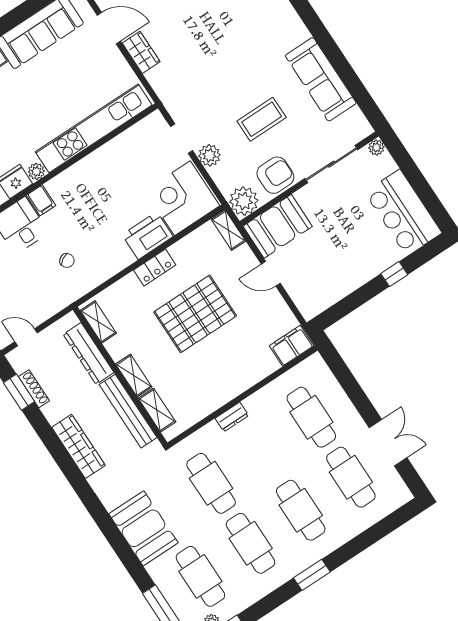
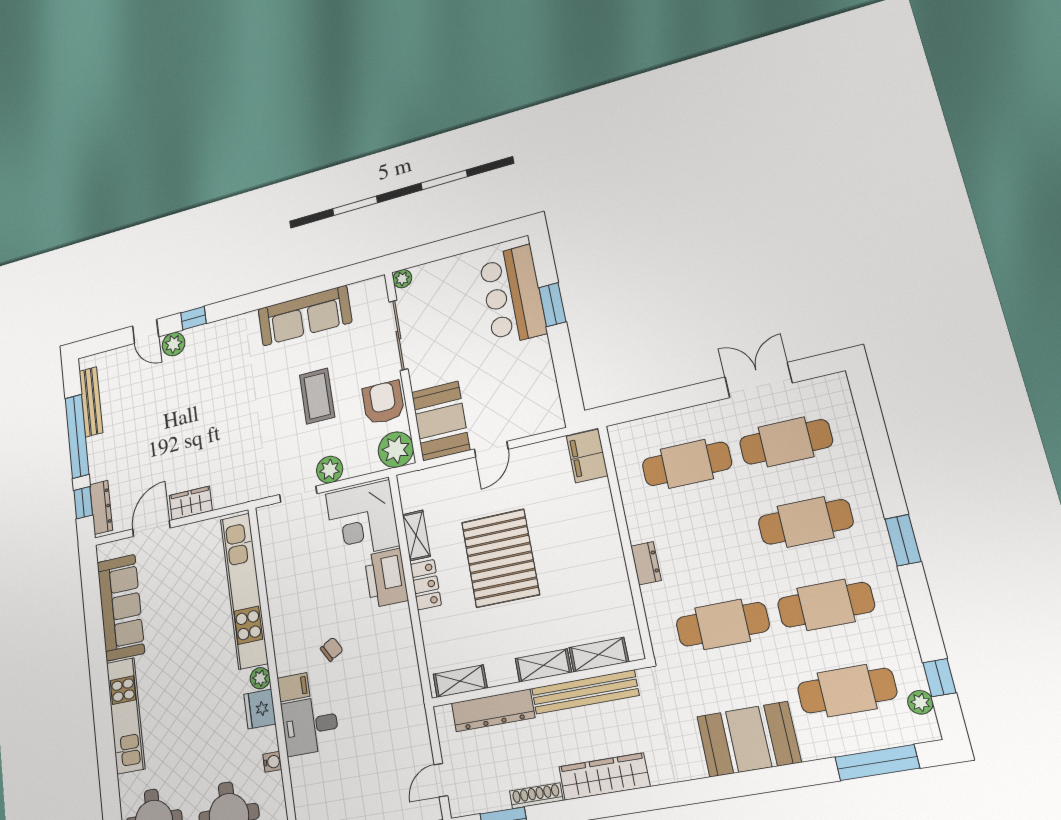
bar counter: (403, 213) -> (513, 295), moved, turned 90
shelving: (228, 230) -> (416, 535), moved, turned 90
chair: (67, 261) -> (332, 649), moved
window: (394, 274) -> (552, 305), width x1.50
shoe rack: (34, 389) -> (536, 796), moved

